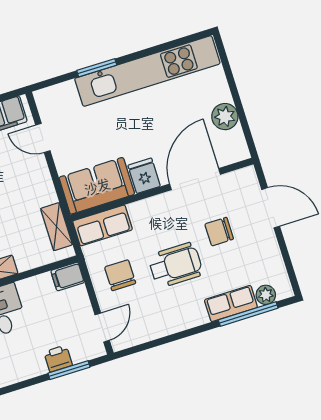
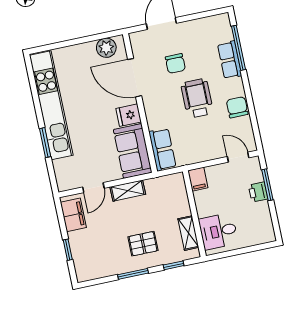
plant: (225, 117) -> (106, 48), moved
shelving: (57, 227) -> (128, 191), moved
chair: (120, 275) -> (237, 107), moved, turned 90
plant: (266, 295) -> (226, 33), removed

